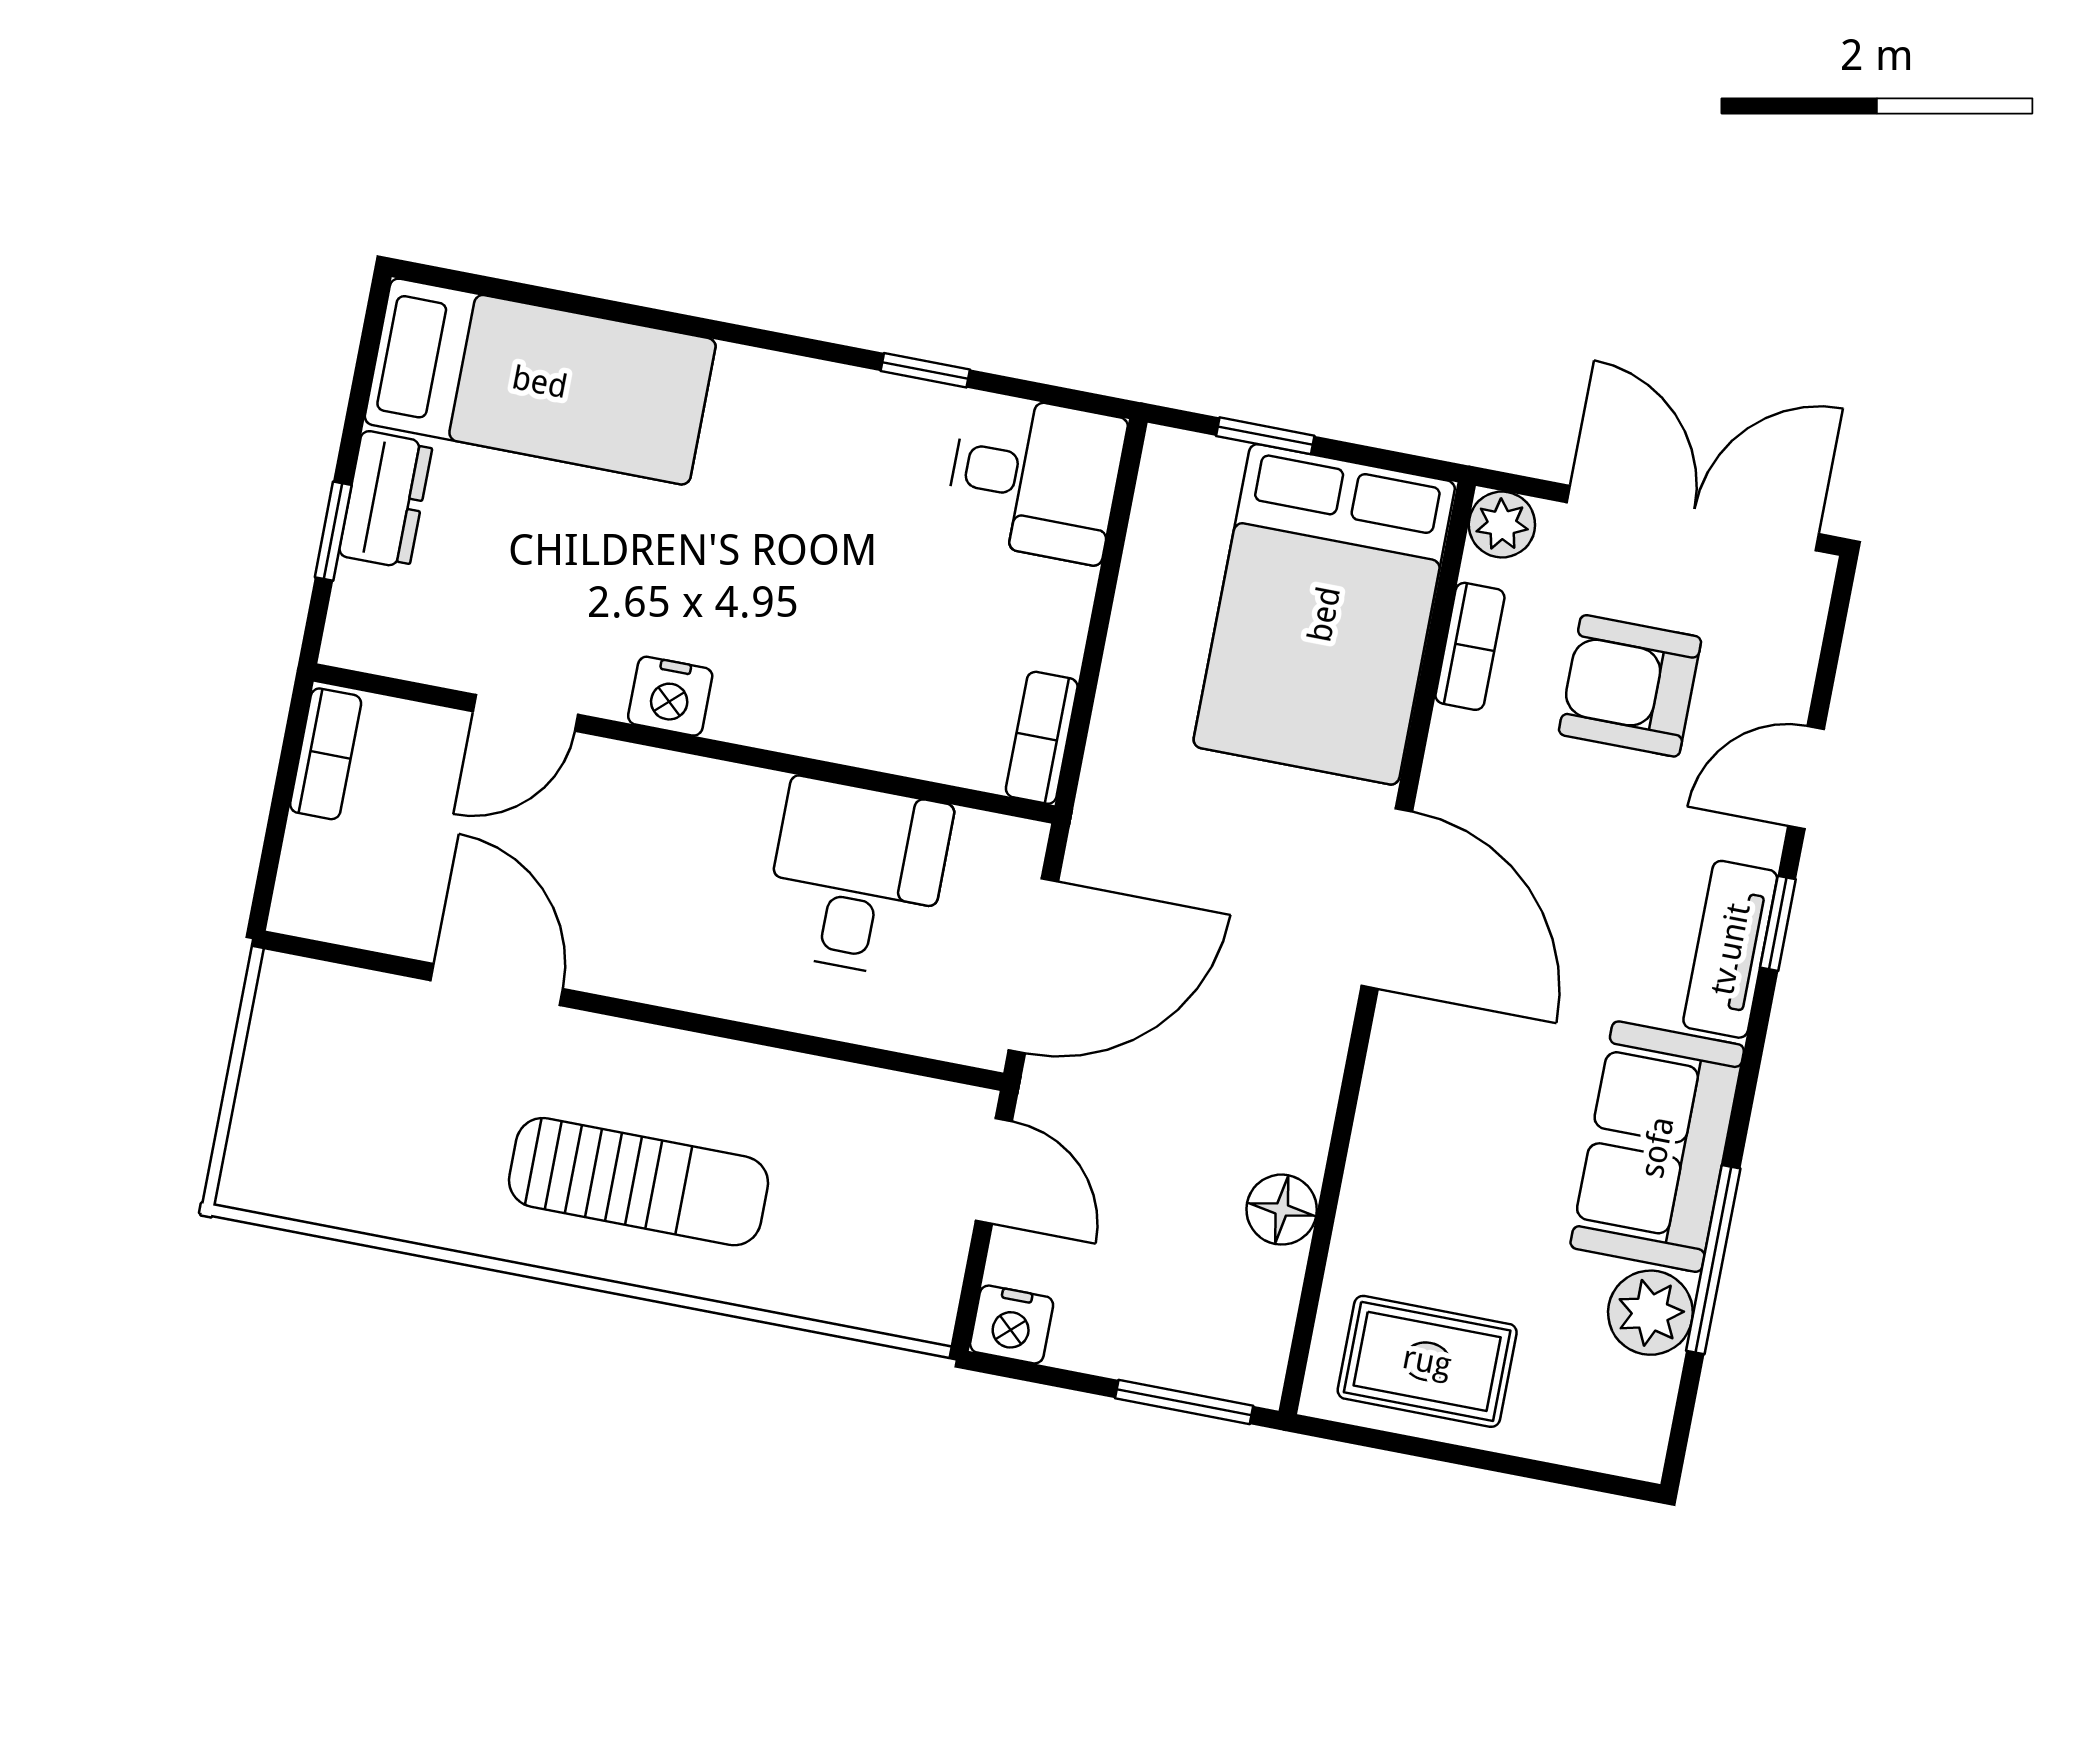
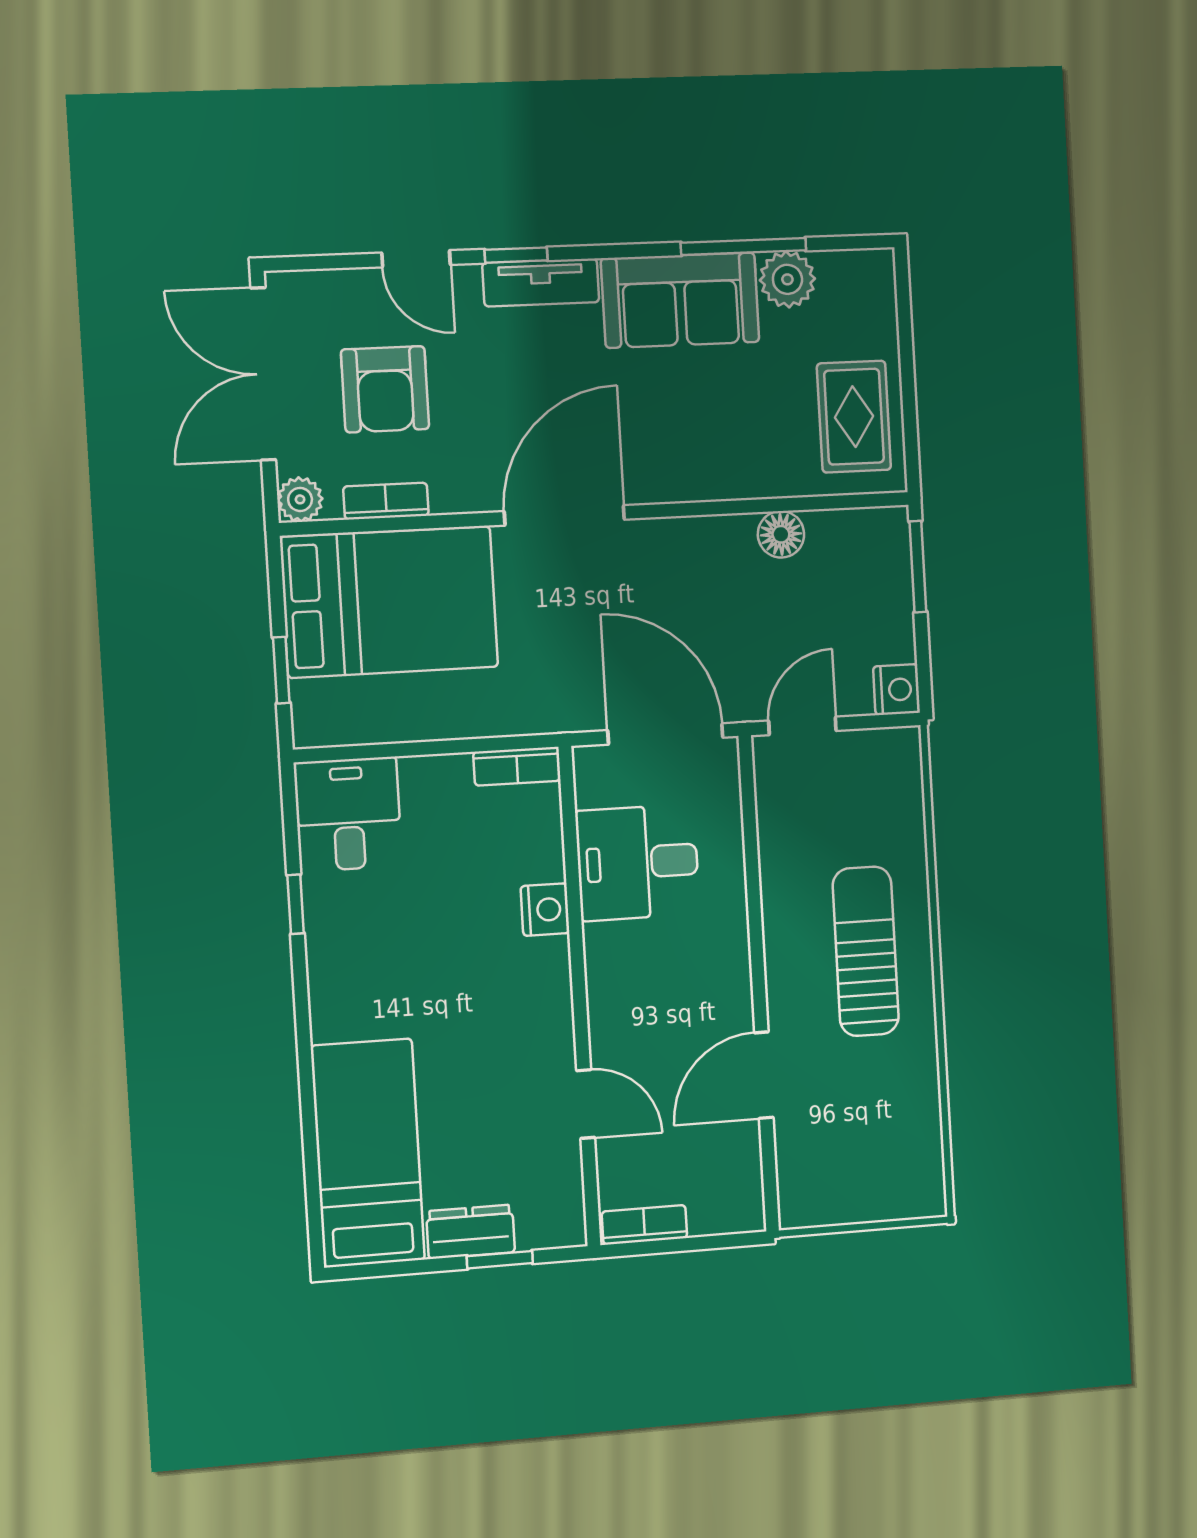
nightstand: (670, 696) -> (545, 910), moved

